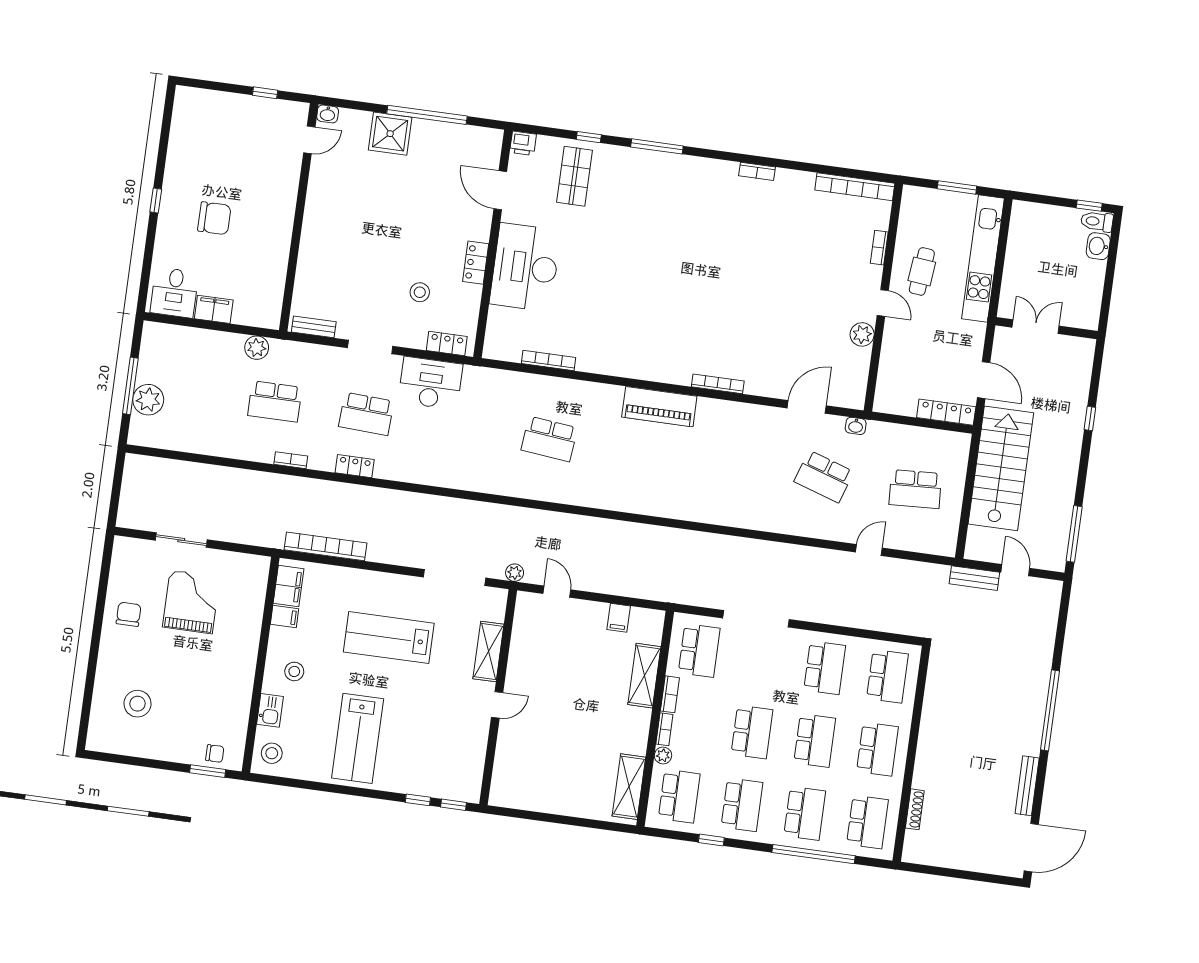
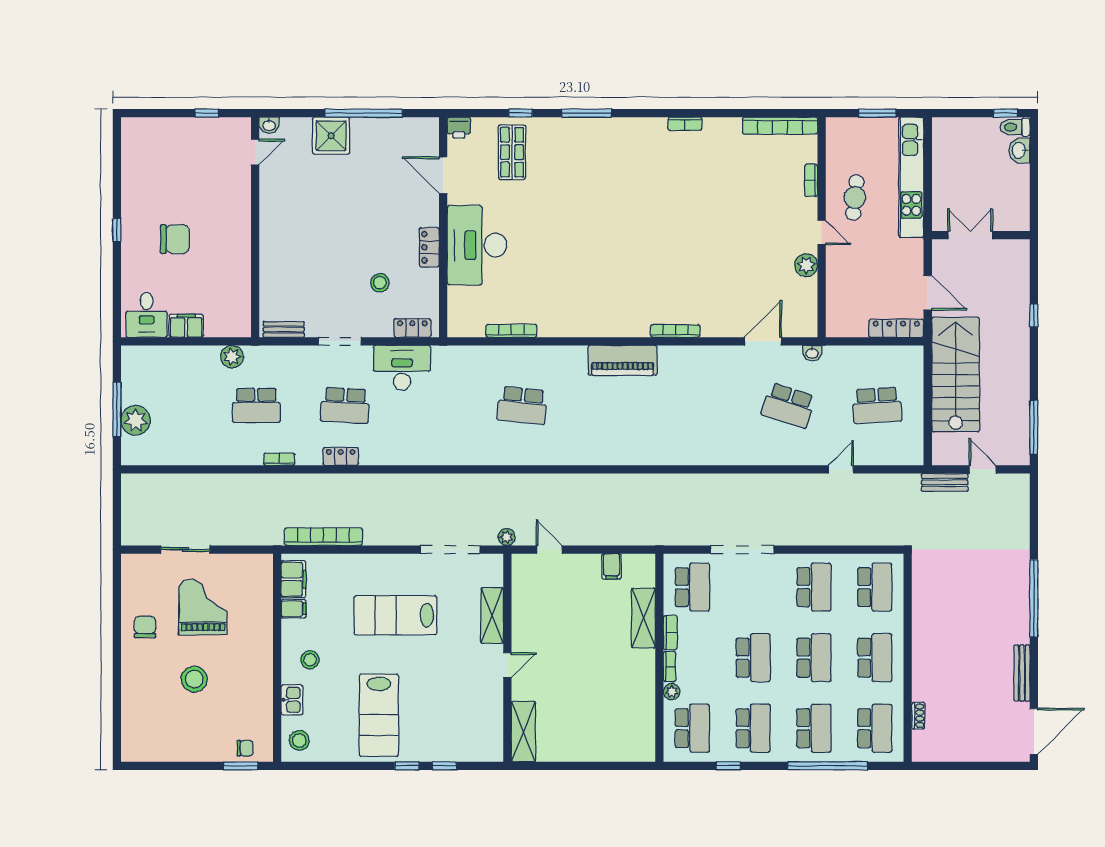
stool: (138, 704) -> (194, 679), moved
shelving: (629, 787) -> (523, 732), moved
window: (453, 805) -> (407, 766), moved
shoe rack: (915, 809) -> (918, 716), width x0.70

